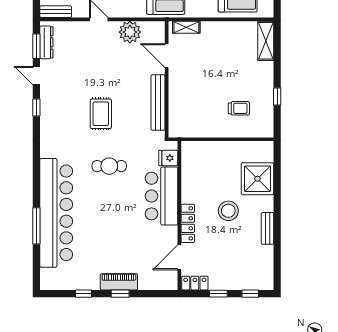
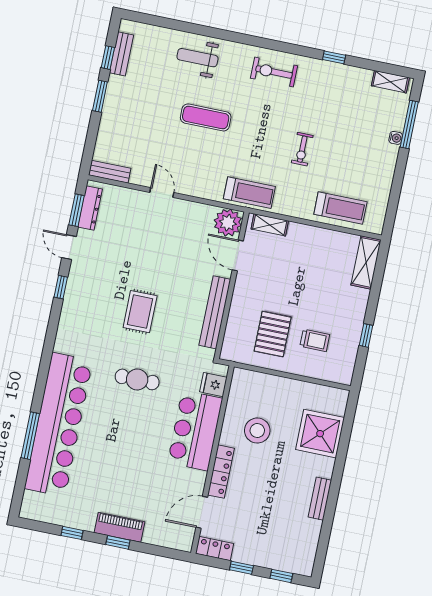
plant: (130, 32) -> (228, 223), moved
pallet: (206, 110) -> (273, 334), added
stool: (228, 211) -> (257, 431), moved

